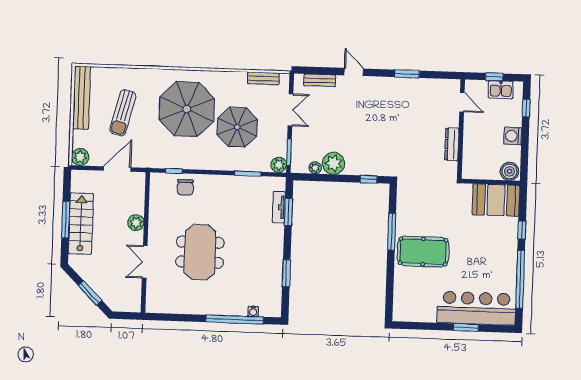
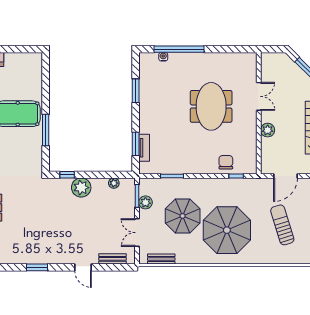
sun lounger: (123, 113) -> (282, 225), turned -31
plant: (334, 163) -> (81, 188), moved
plant: (279, 165) -> (145, 202), moved

